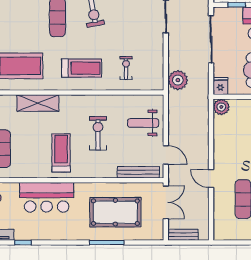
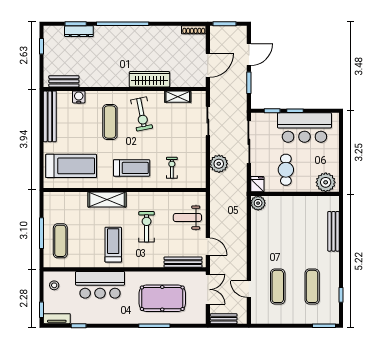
plant: (178, 80) -> (219, 164), moved
shelving: (38, 103) -> (107, 200), moved
door: (211, 178) -> (249, 289), moved

